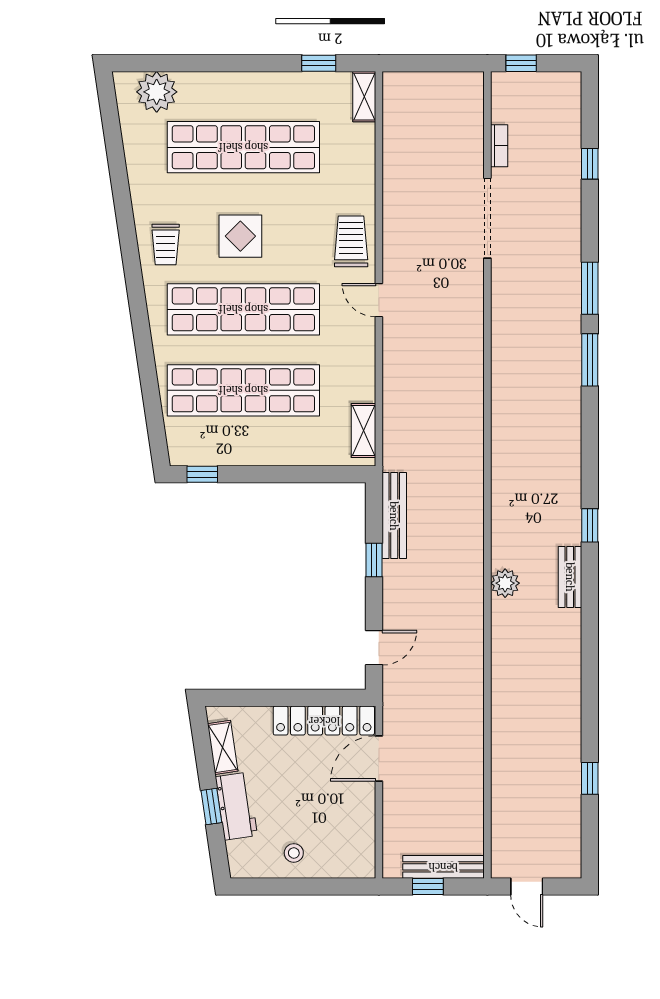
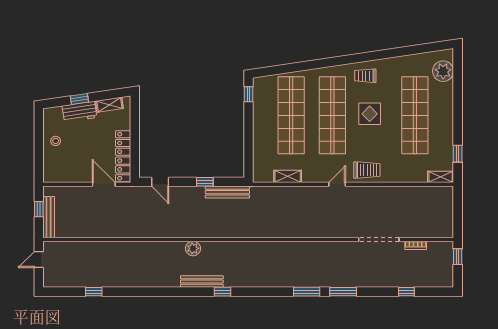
shelving: (363, 431) -> (288, 176), moved
bench: (570, 577) -> (202, 282), width x1.36

